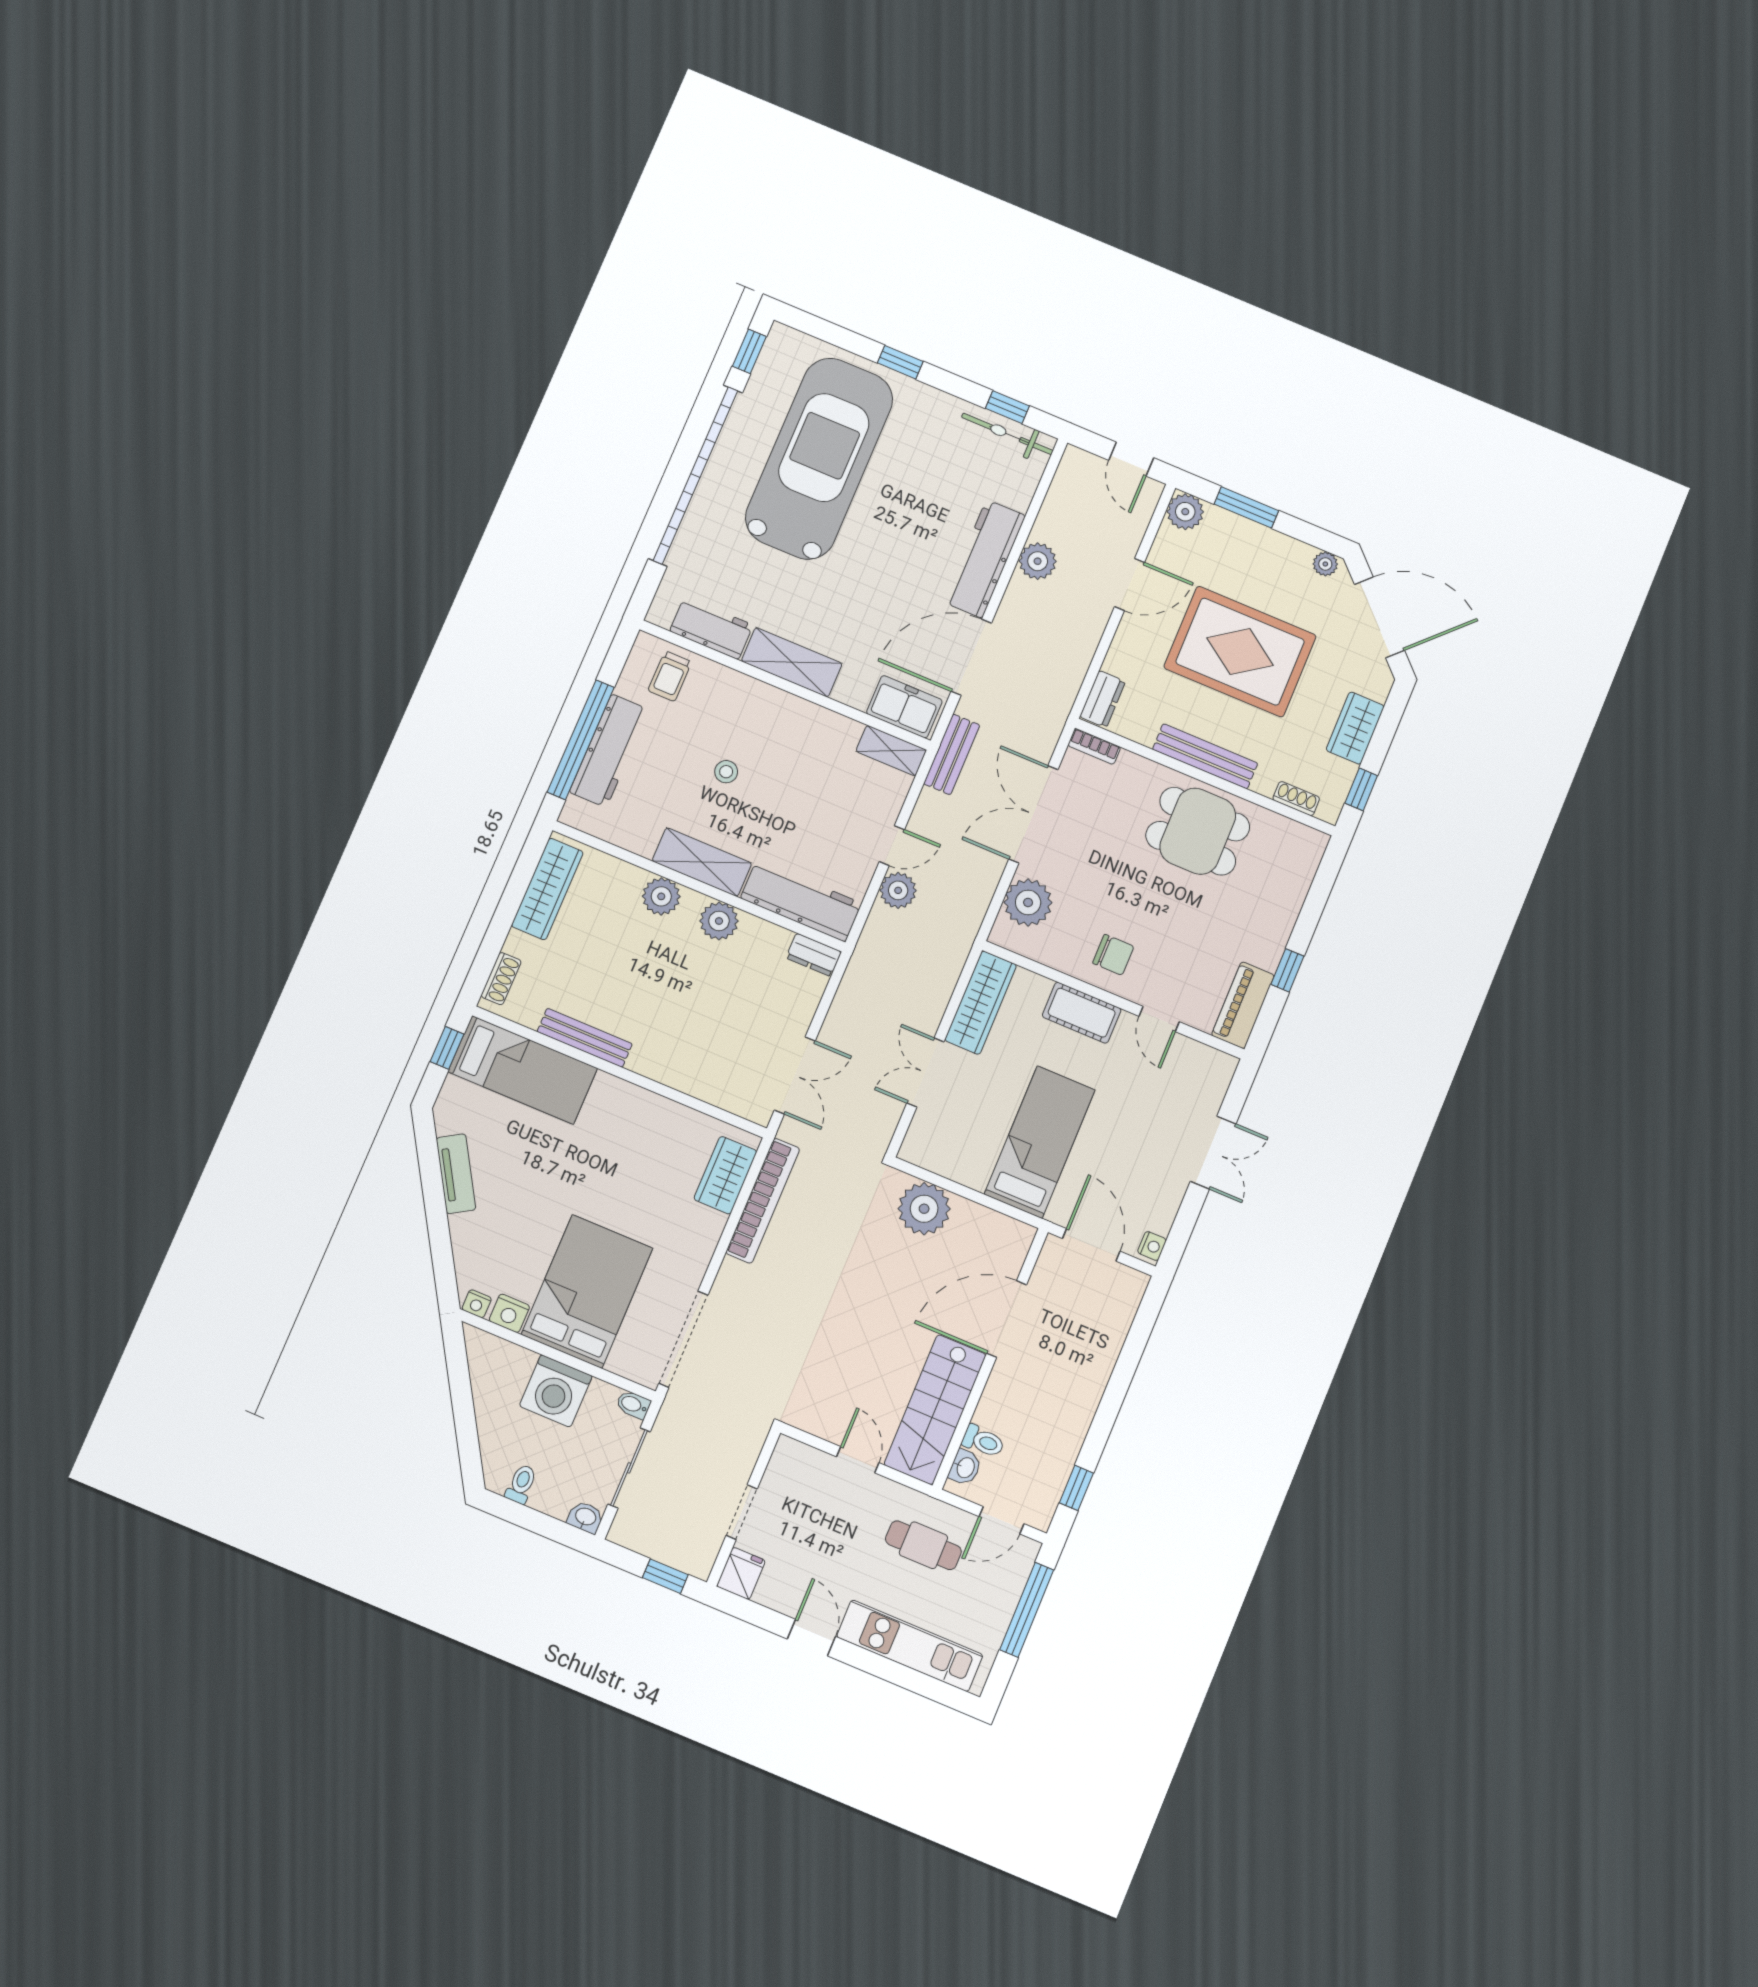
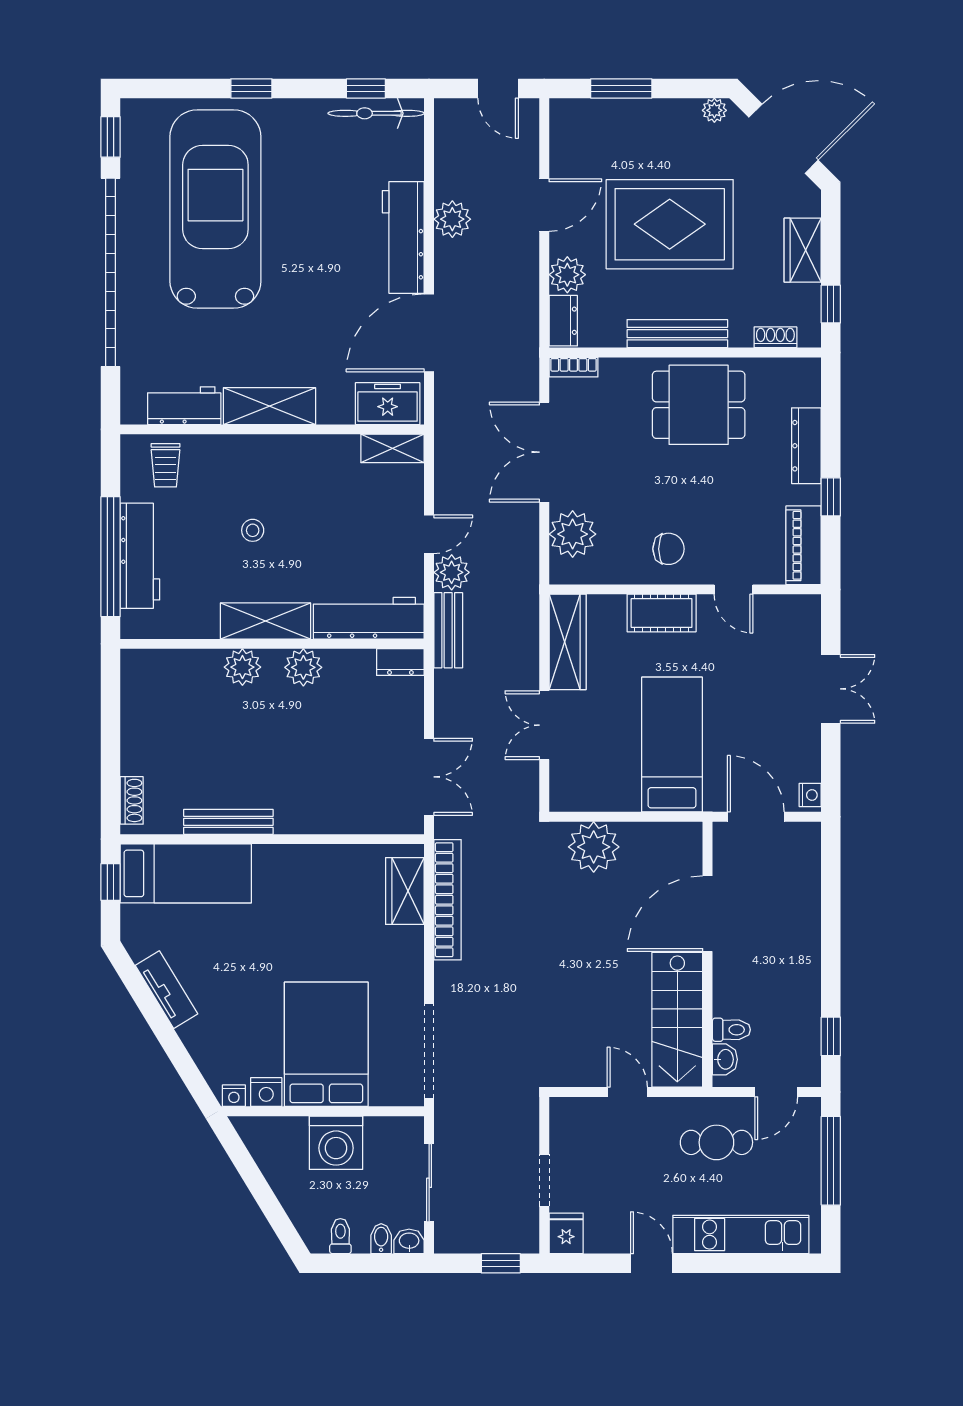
plant: (1185, 512) -> (567, 275), moved
bench: (952, 754) -> (448, 630), moved
wardrobe: (547, 889) -> (138, 703), removed
dresser: (1284, 912) -> (806, 446), added
bidet: (633, 1405) -> (381, 1239), moved, turned 90

